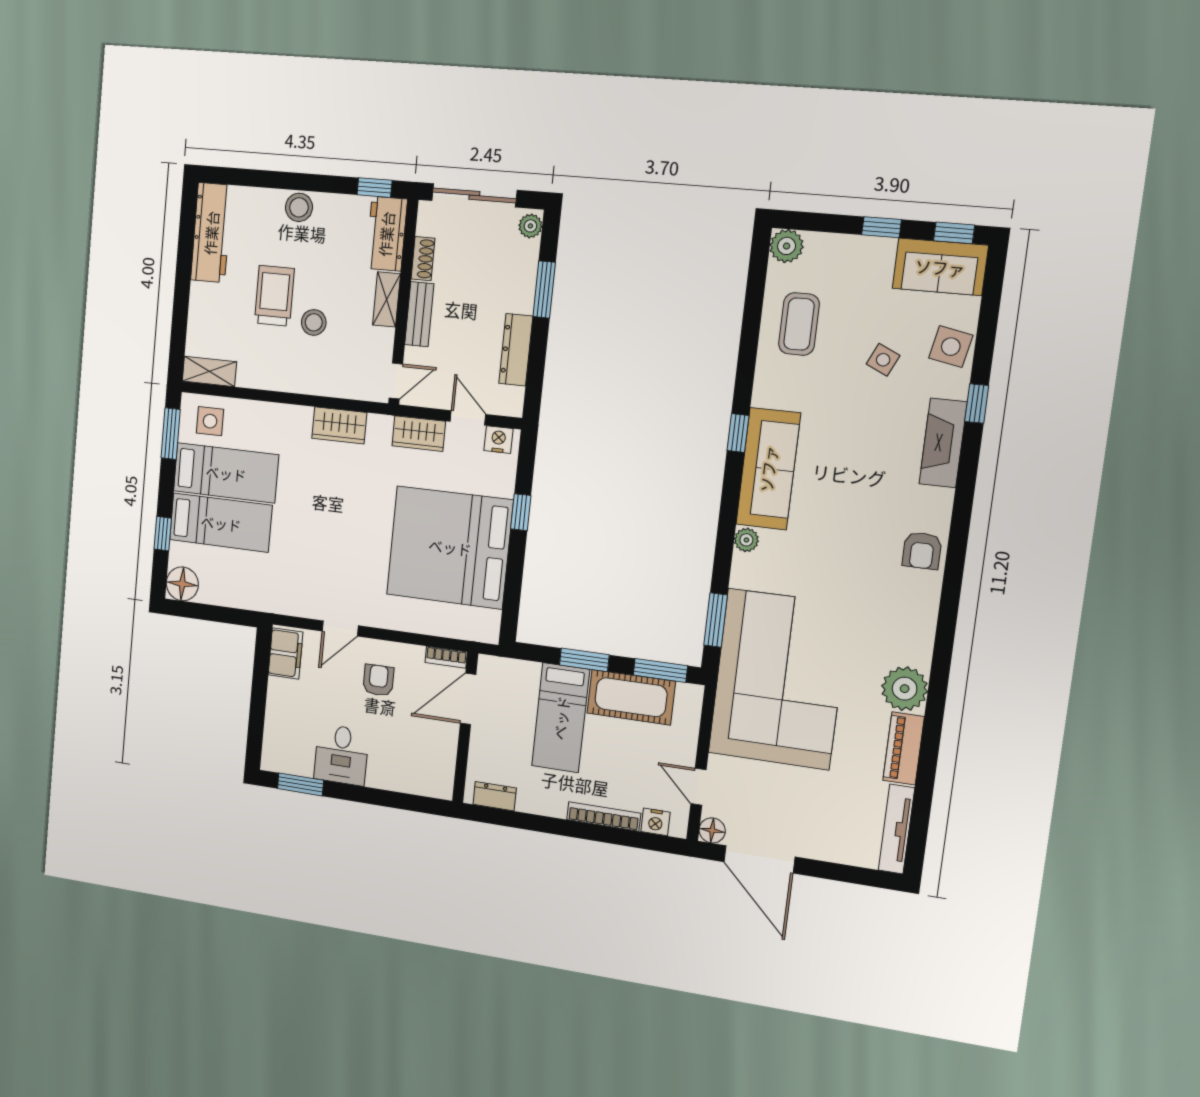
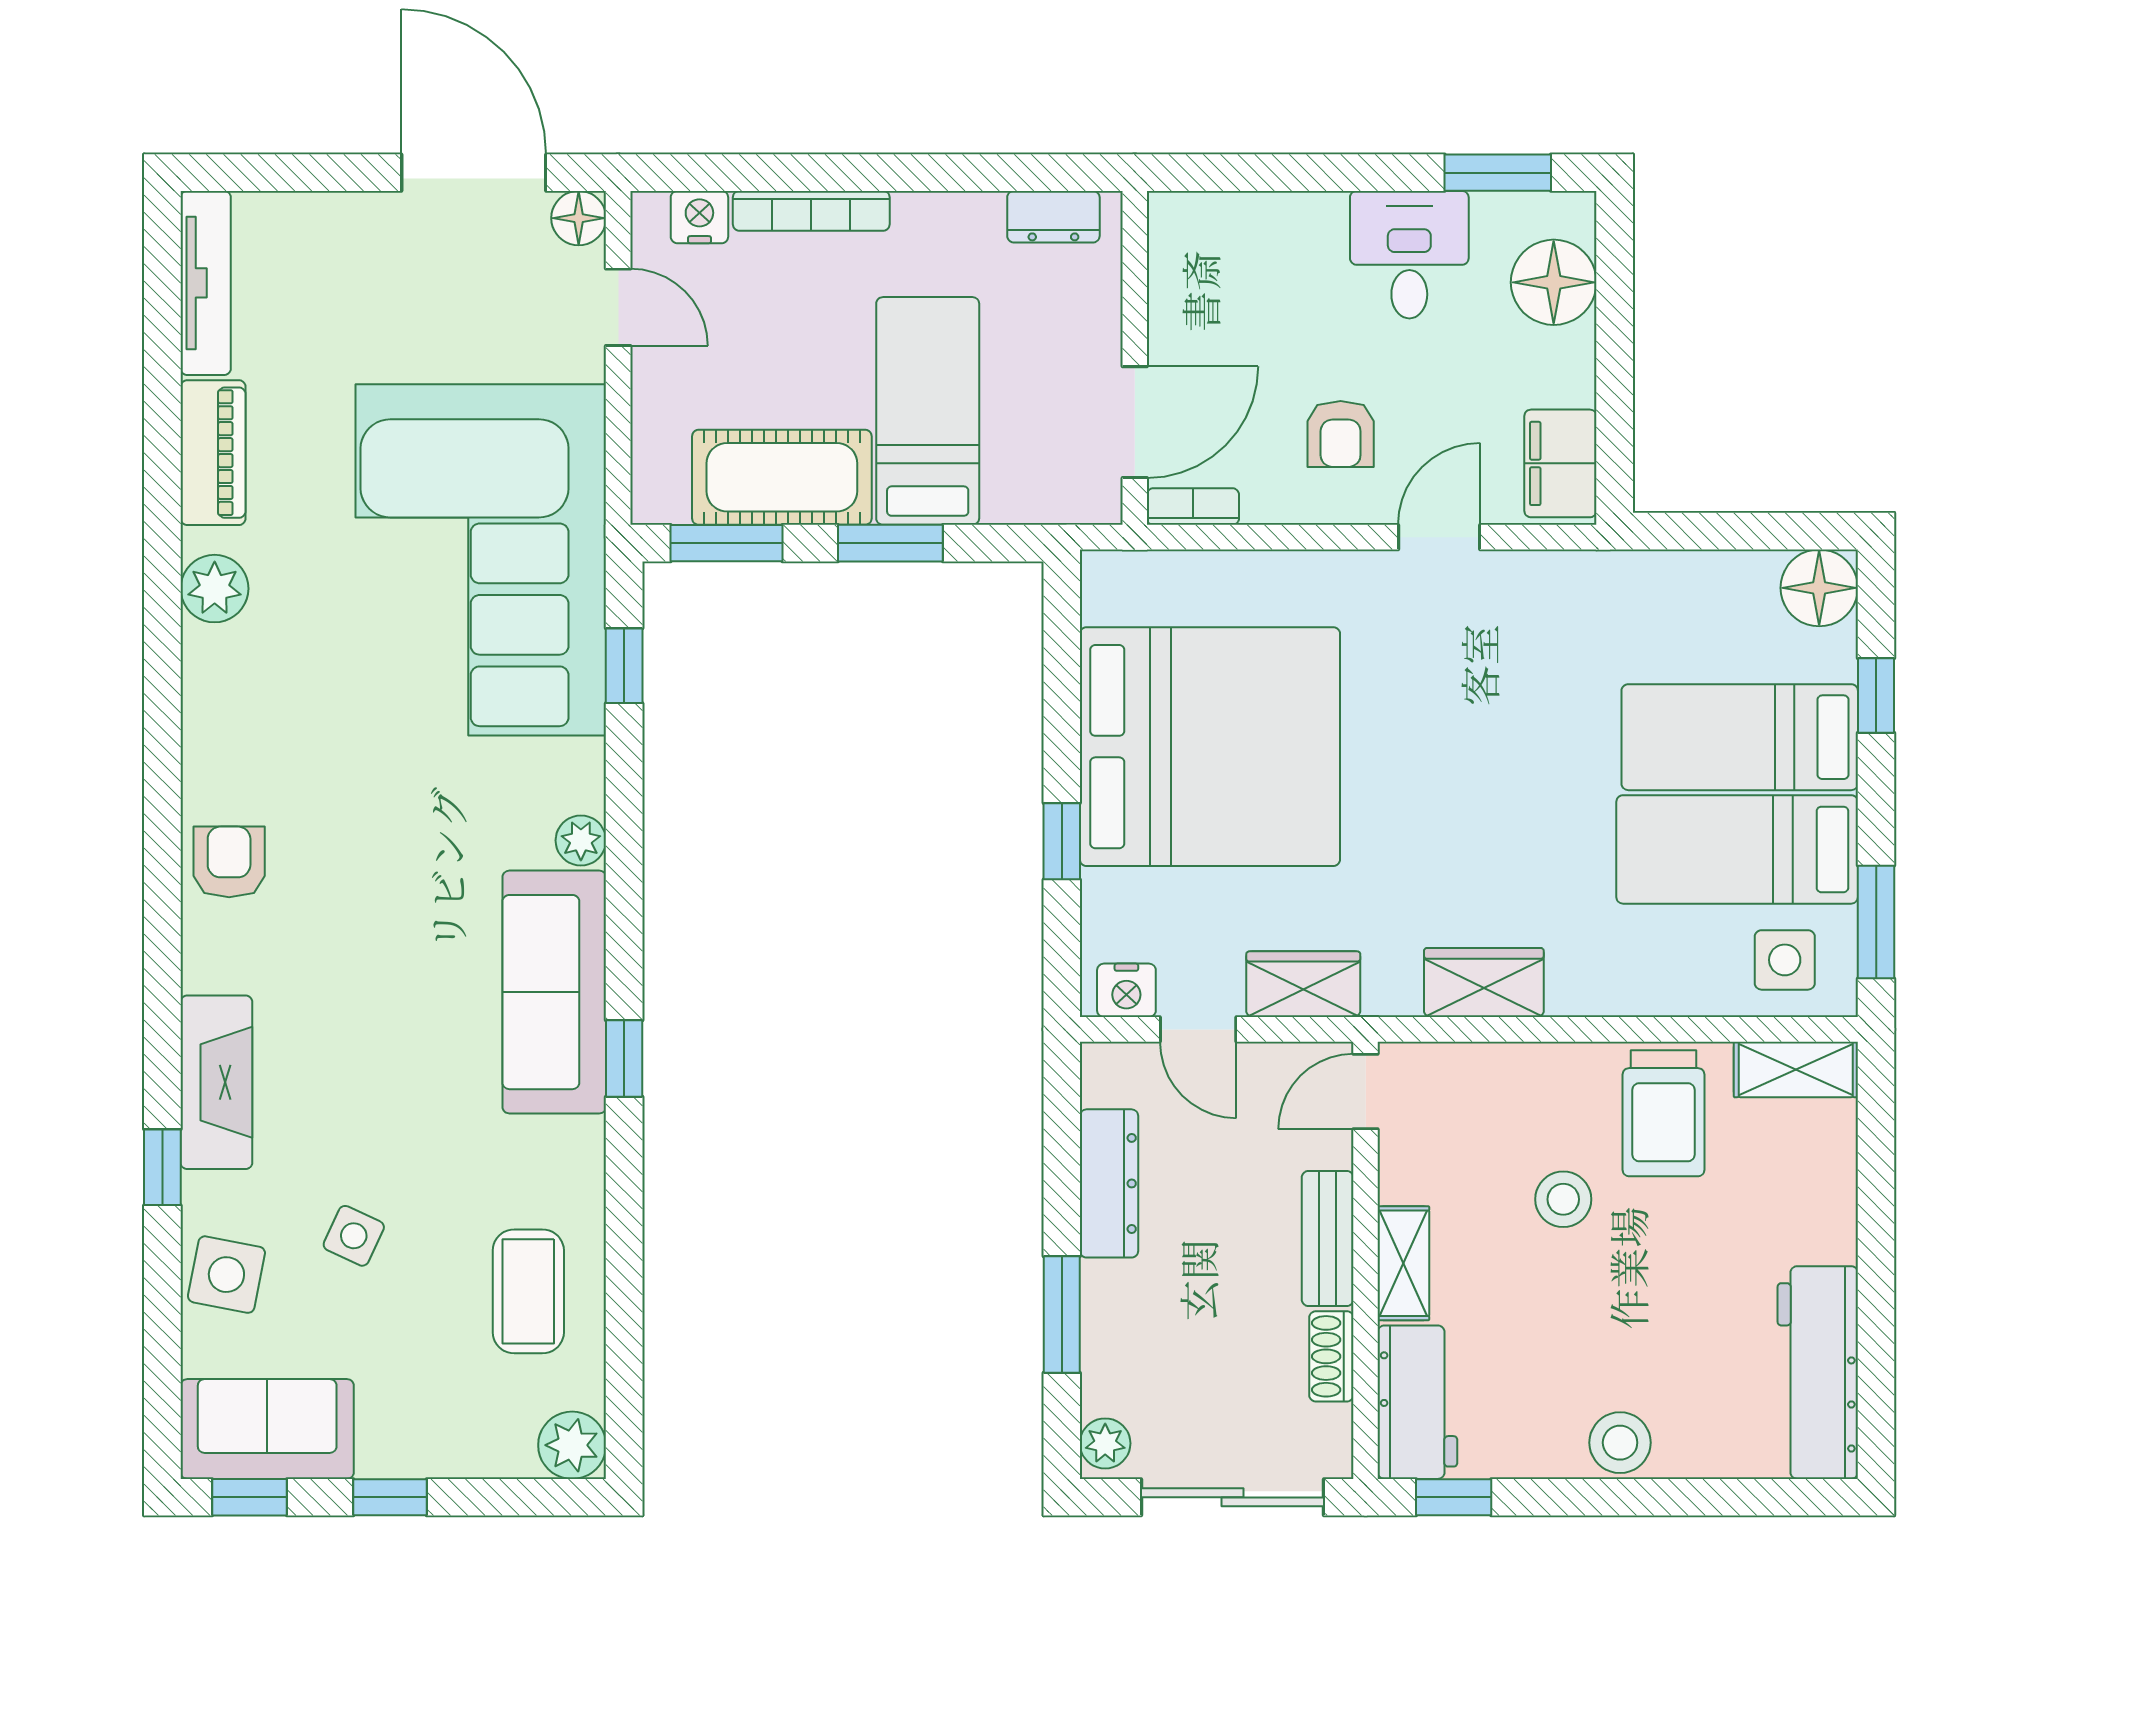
trolley: (274, 296) -> (1663, 1113), moved
window: (716, 620) -> (624, 666), width x0.67
plant: (905, 689) -> (215, 589), width x0.73, depth x0.73
floor lamp: (281, 733) -> (1554, 282), added

